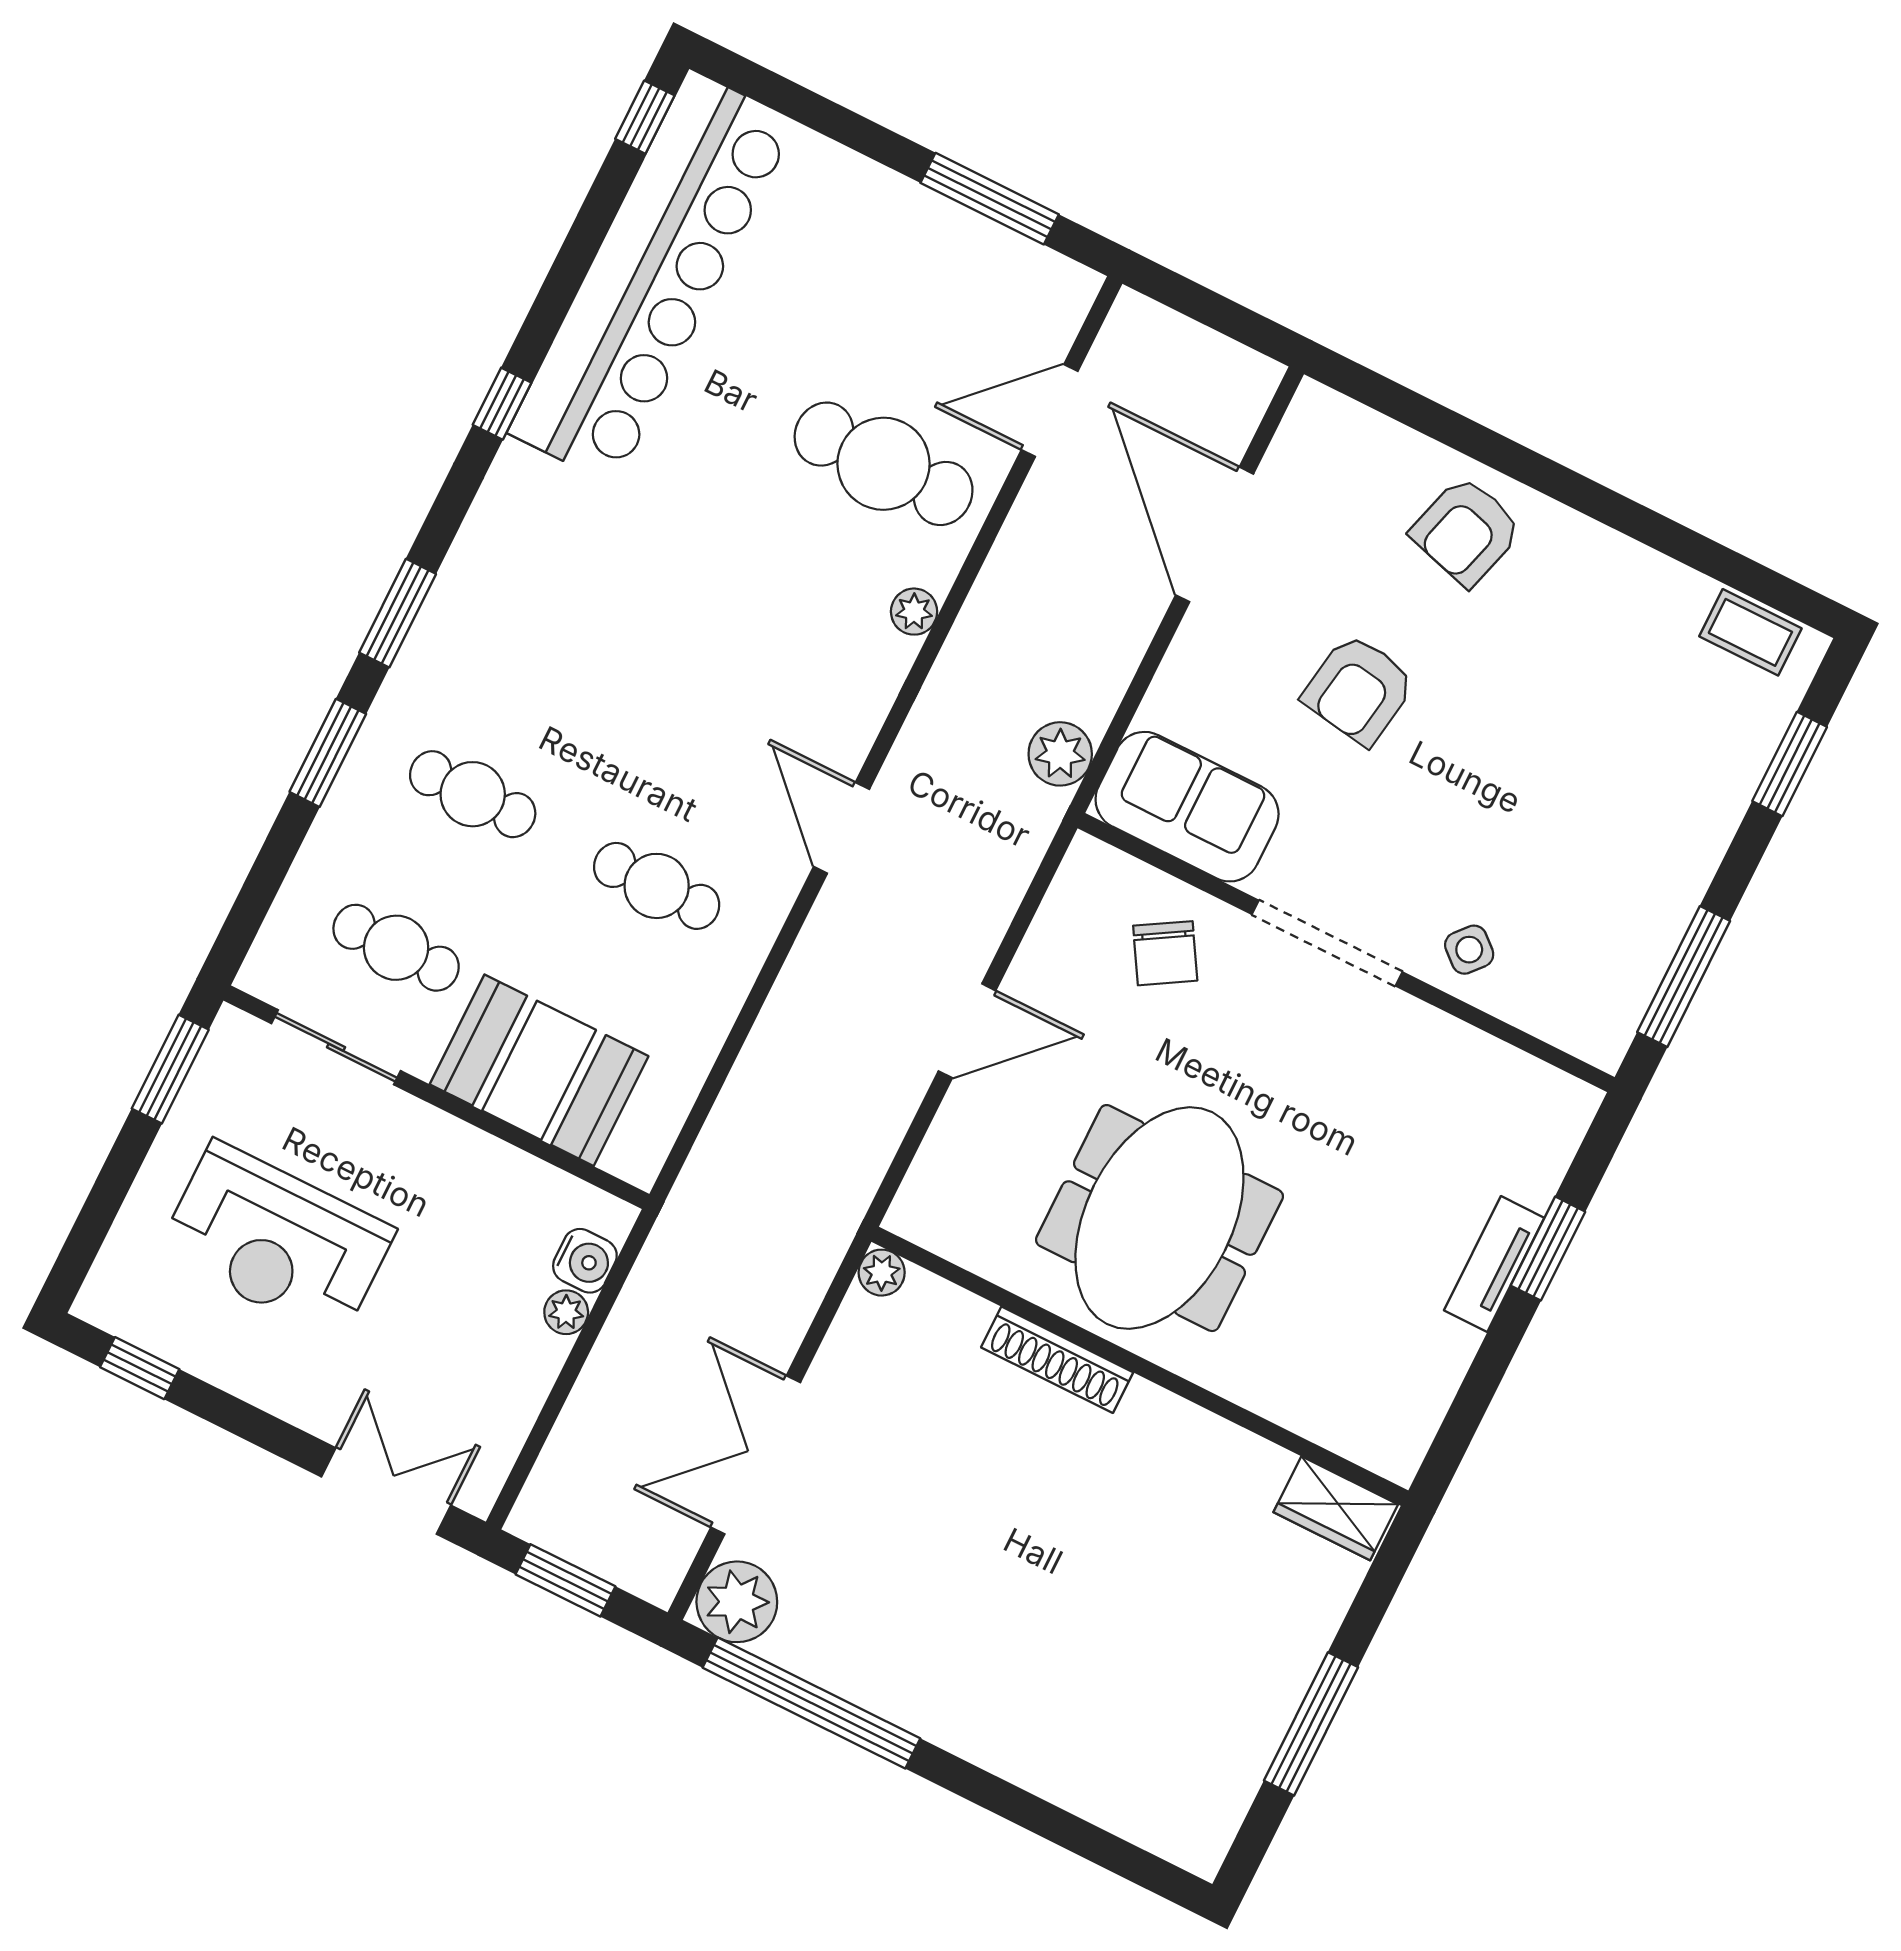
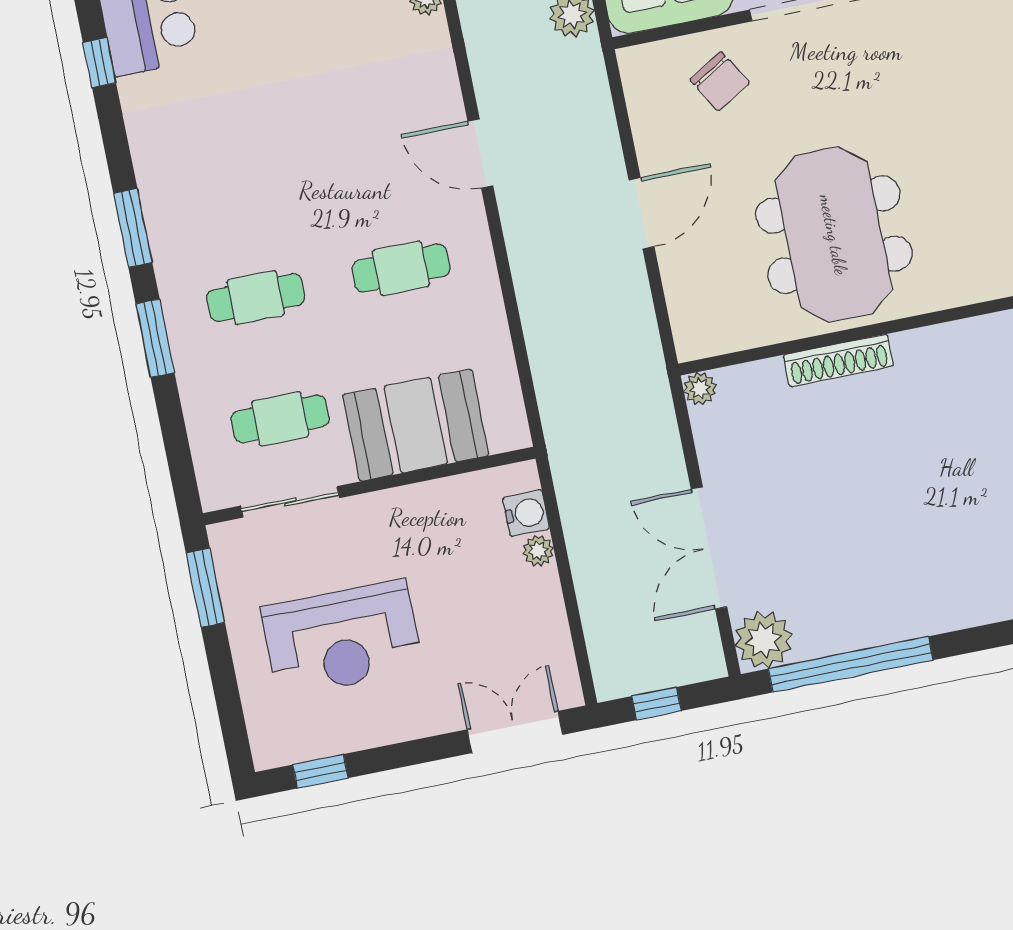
window: (565, 1580) -> (656, 704), width x0.67

